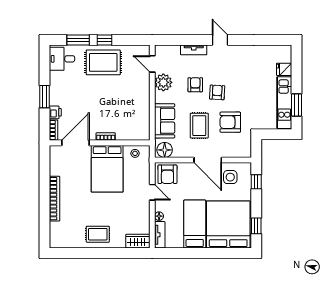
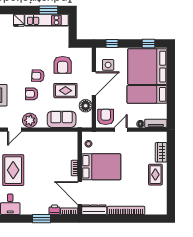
floor lamp: (165, 150) -> (86, 106), moved
dresser: (55, 160) -> (94, 210), added
armchair: (167, 174) -> (106, 117), turned -90
wardrobe: (138, 241) -> (161, 152), moved

